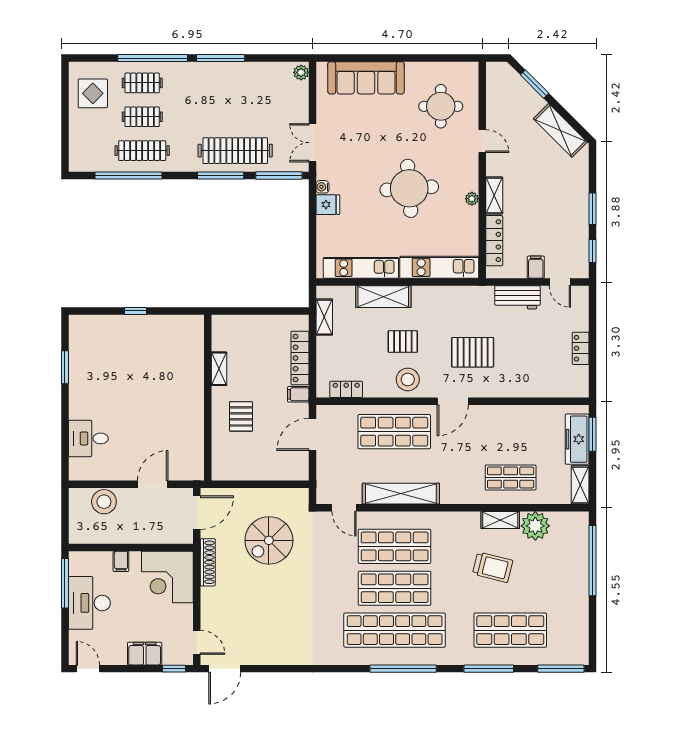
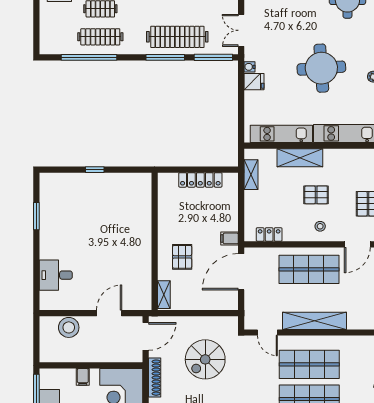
locker: (300, 358) -> (200, 180), moved, turned -90
shelving: (219, 369) -> (164, 295), moved
stool: (408, 379) -> (320, 226), width x0.53, depth x0.53
door: (312, 434) -> (241, 272), width x1.36

